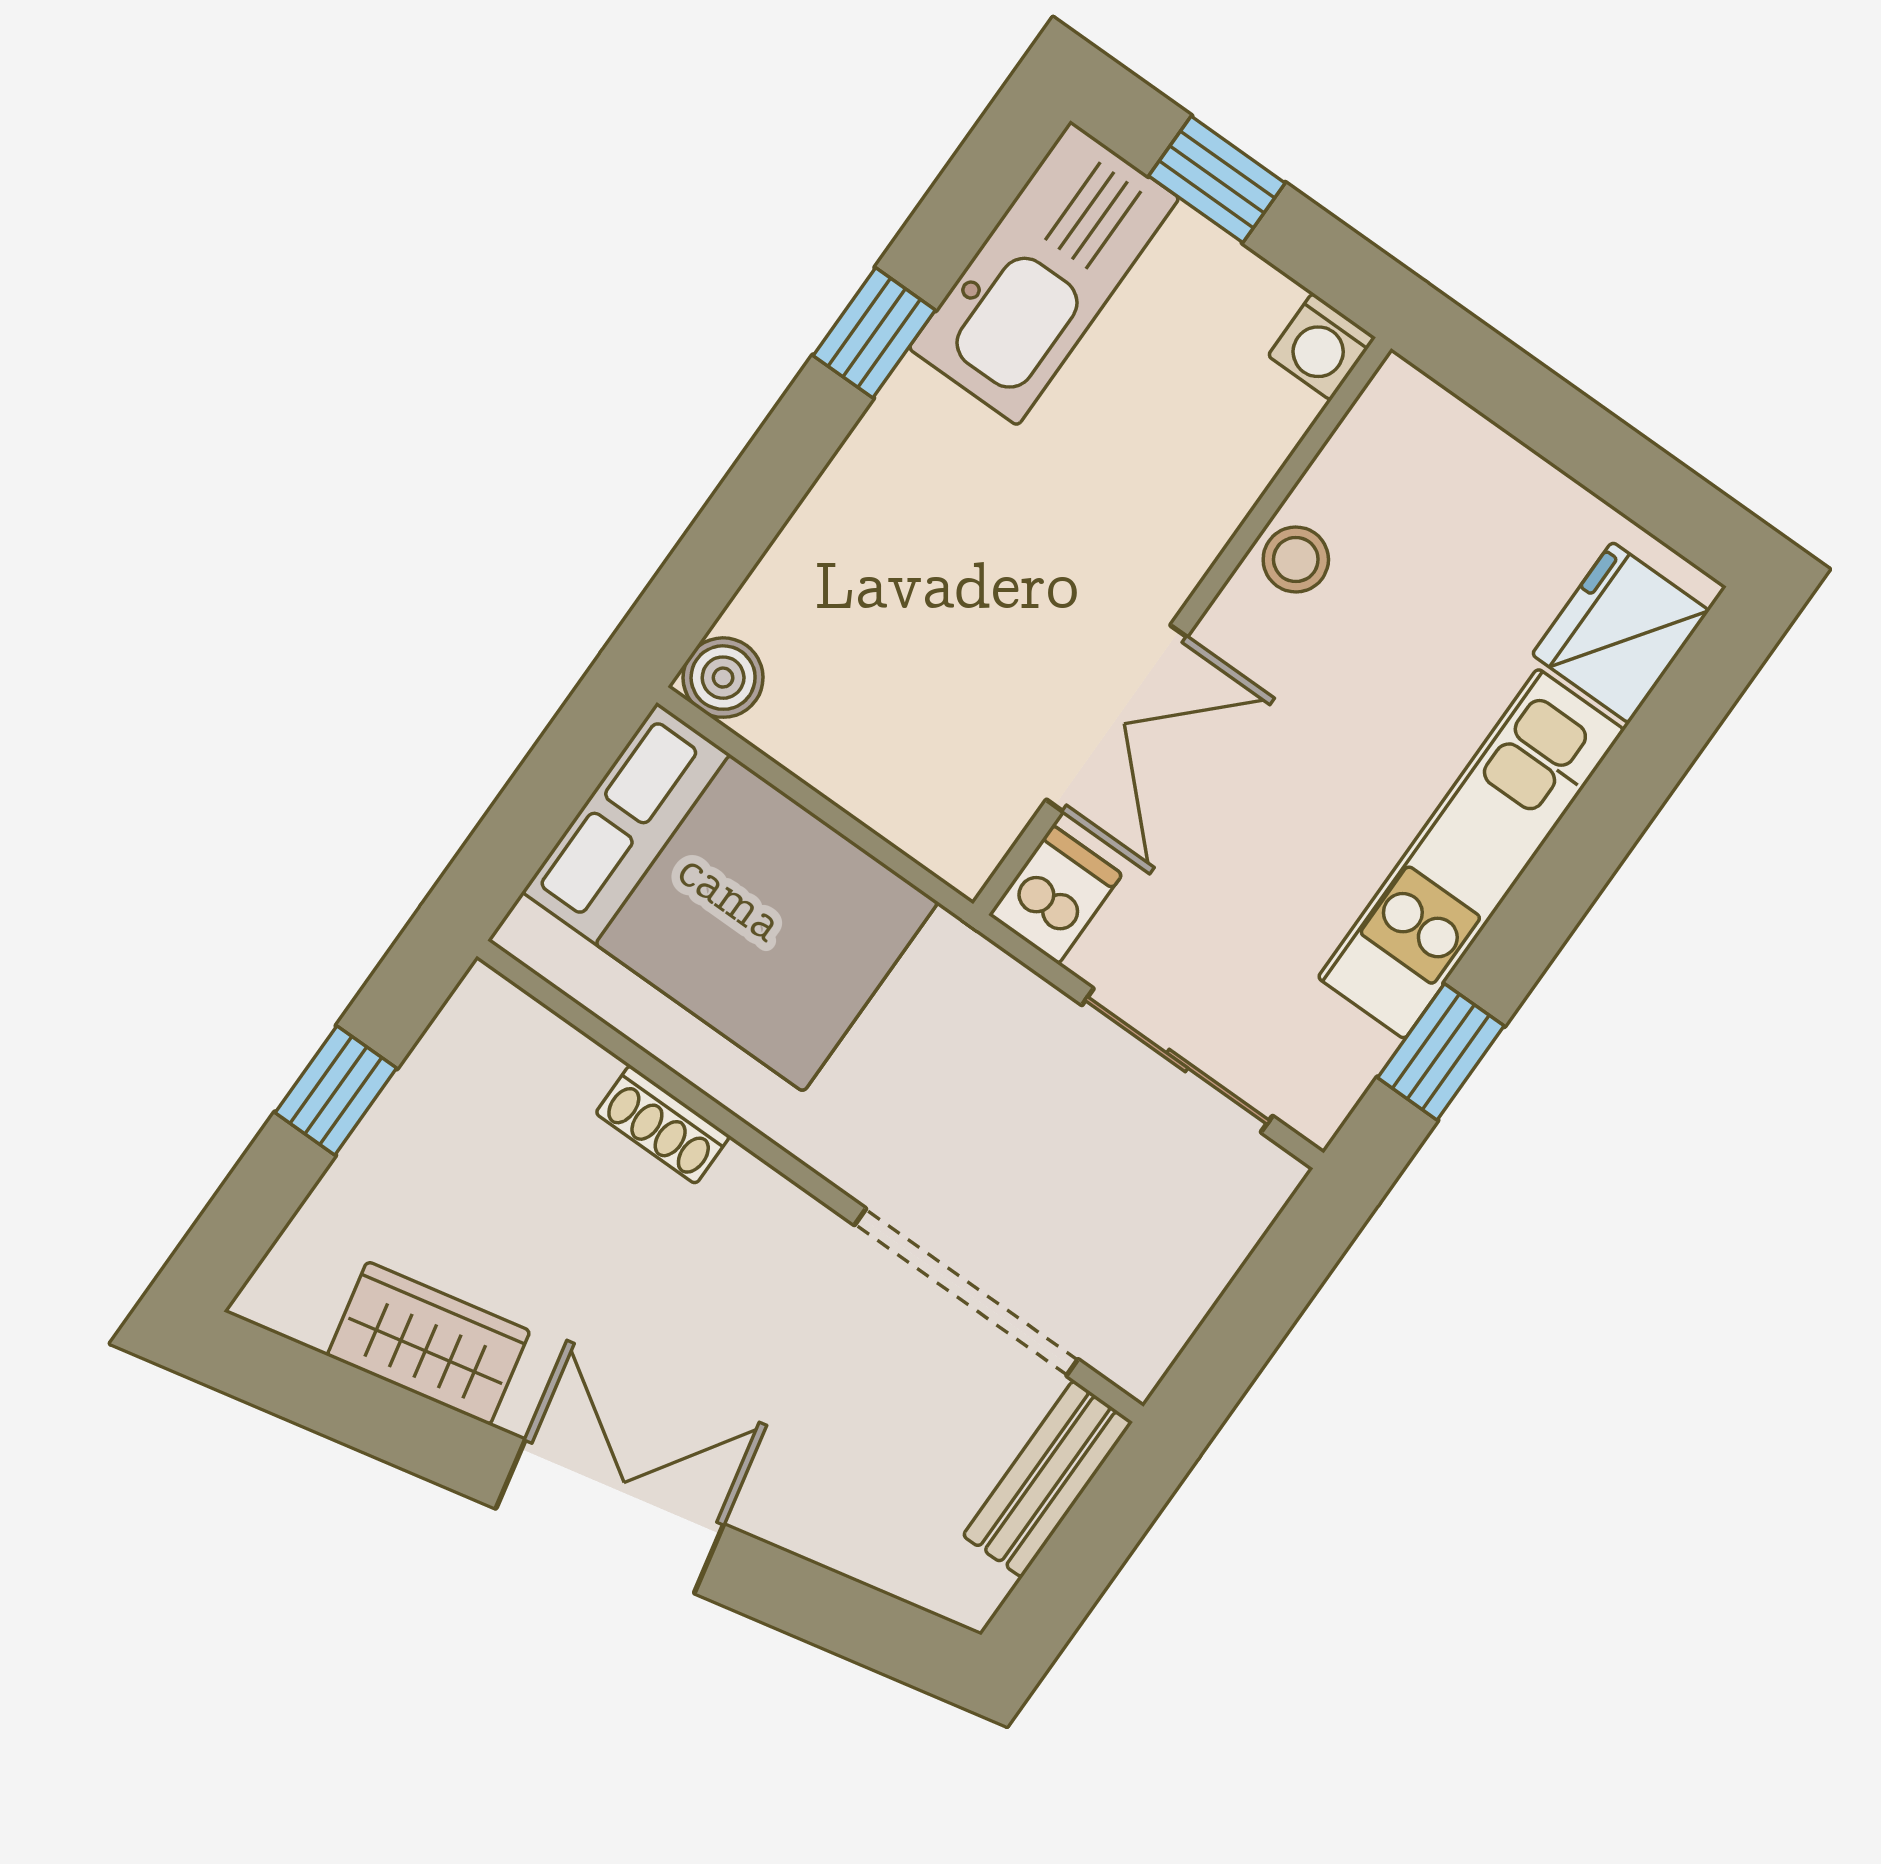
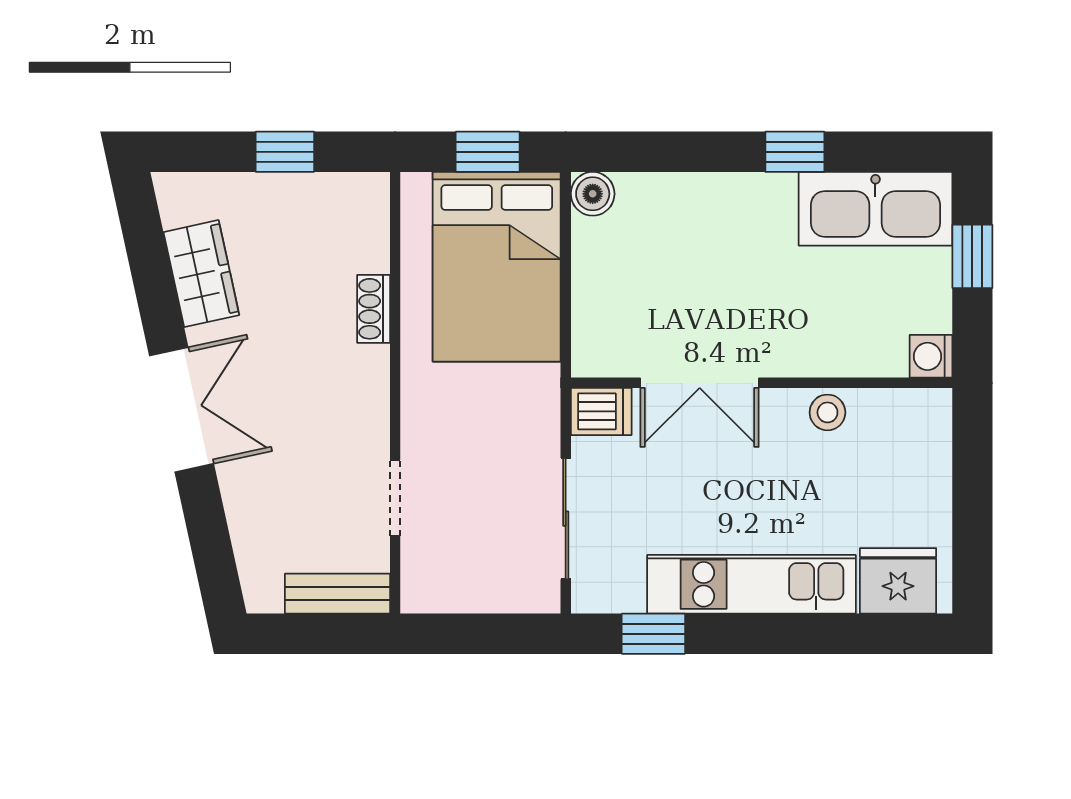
window: (550, 789) -> (488, 152), added
doorway: (966, 1292) -> (395, 498), width x0.53

